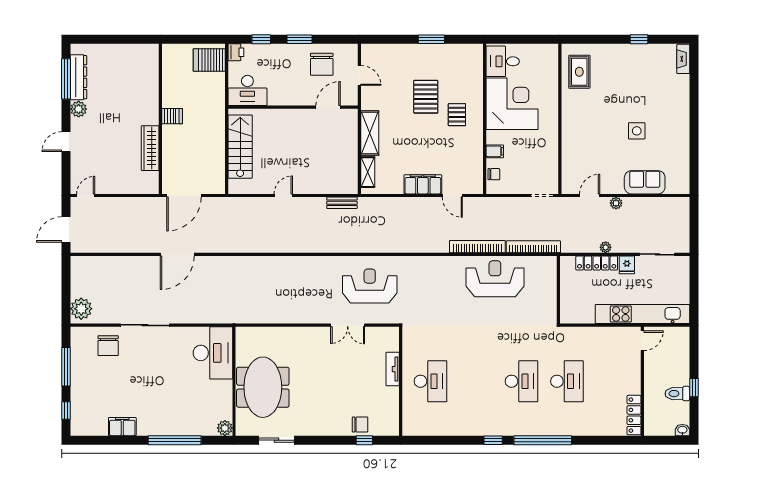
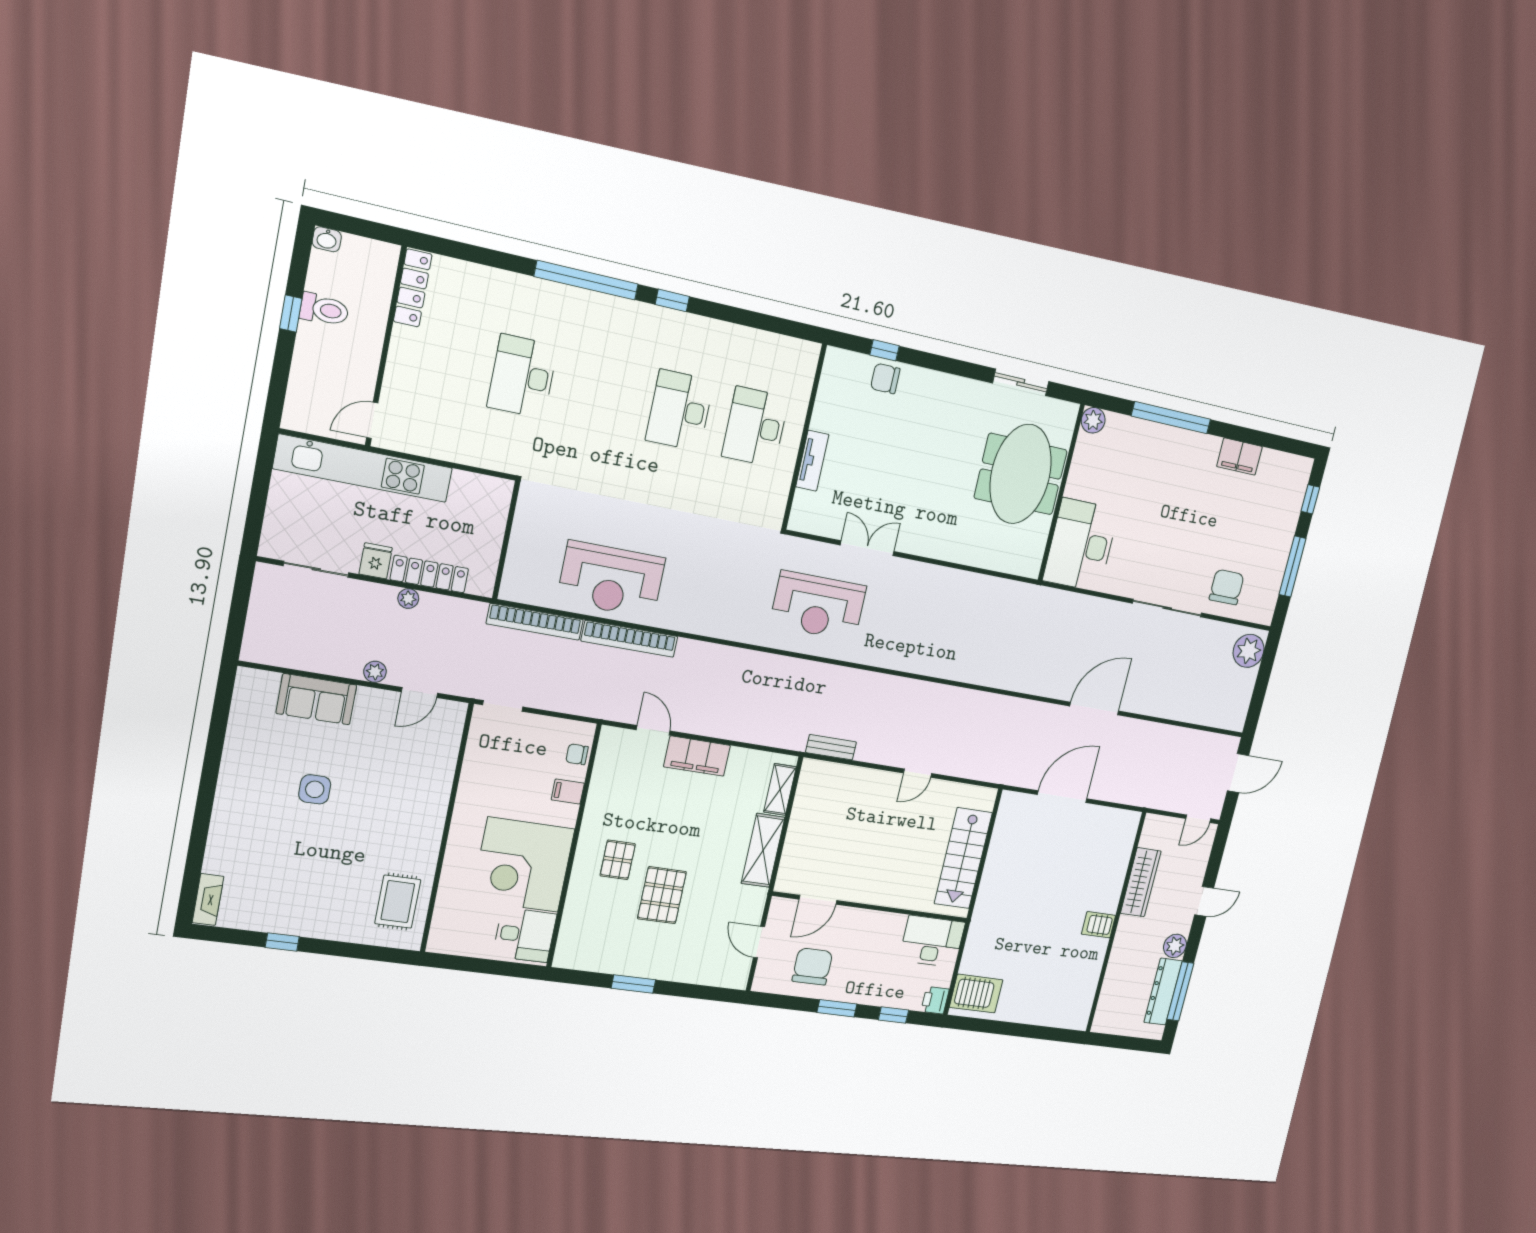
server rack: (172, 116) -> (1098, 925), moved
wall: (160, 119) -> (1116, 923), moved
wardrobe: (150, 148) -> (1141, 882), moved
desk: (521, 381) -> (680, 410), moved

